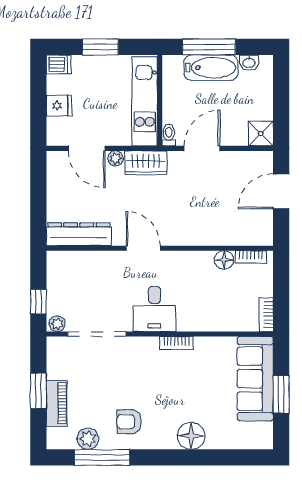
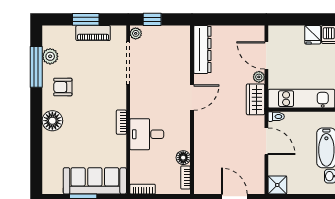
fridge: (59, 106) -> (313, 35), moved
door: (87, 148) -> (266, 55), hinge flipped
desk: (155, 309) -> (147, 134), moved
piano: (57, 403) -> (93, 33), moved
armchair: (129, 422) -> (63, 87), turned -90
floor lamp: (191, 436) -> (52, 121), moved

